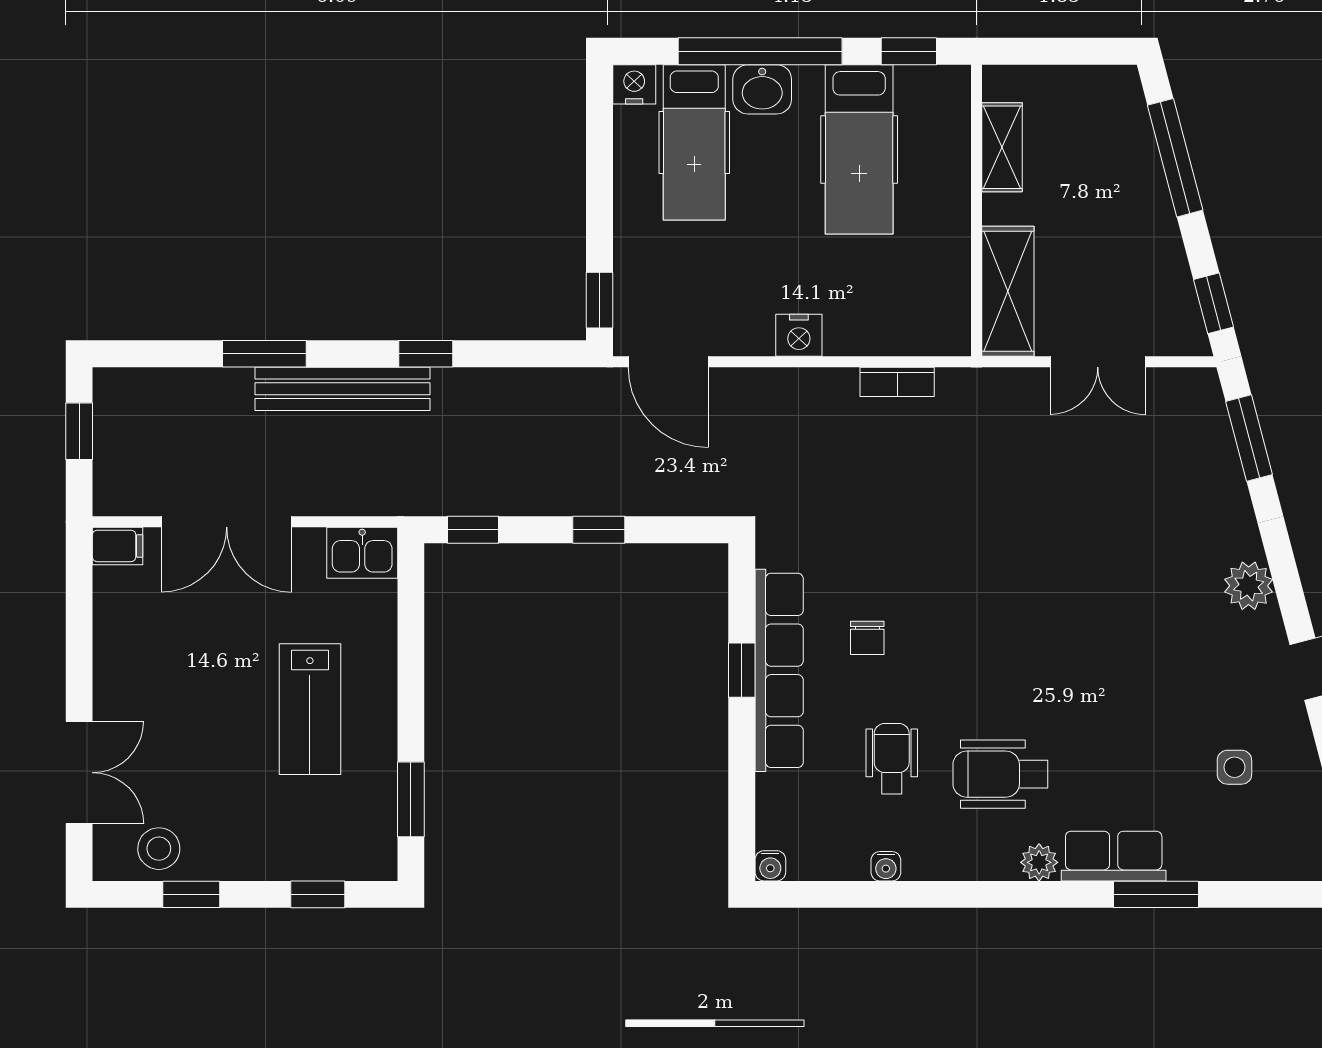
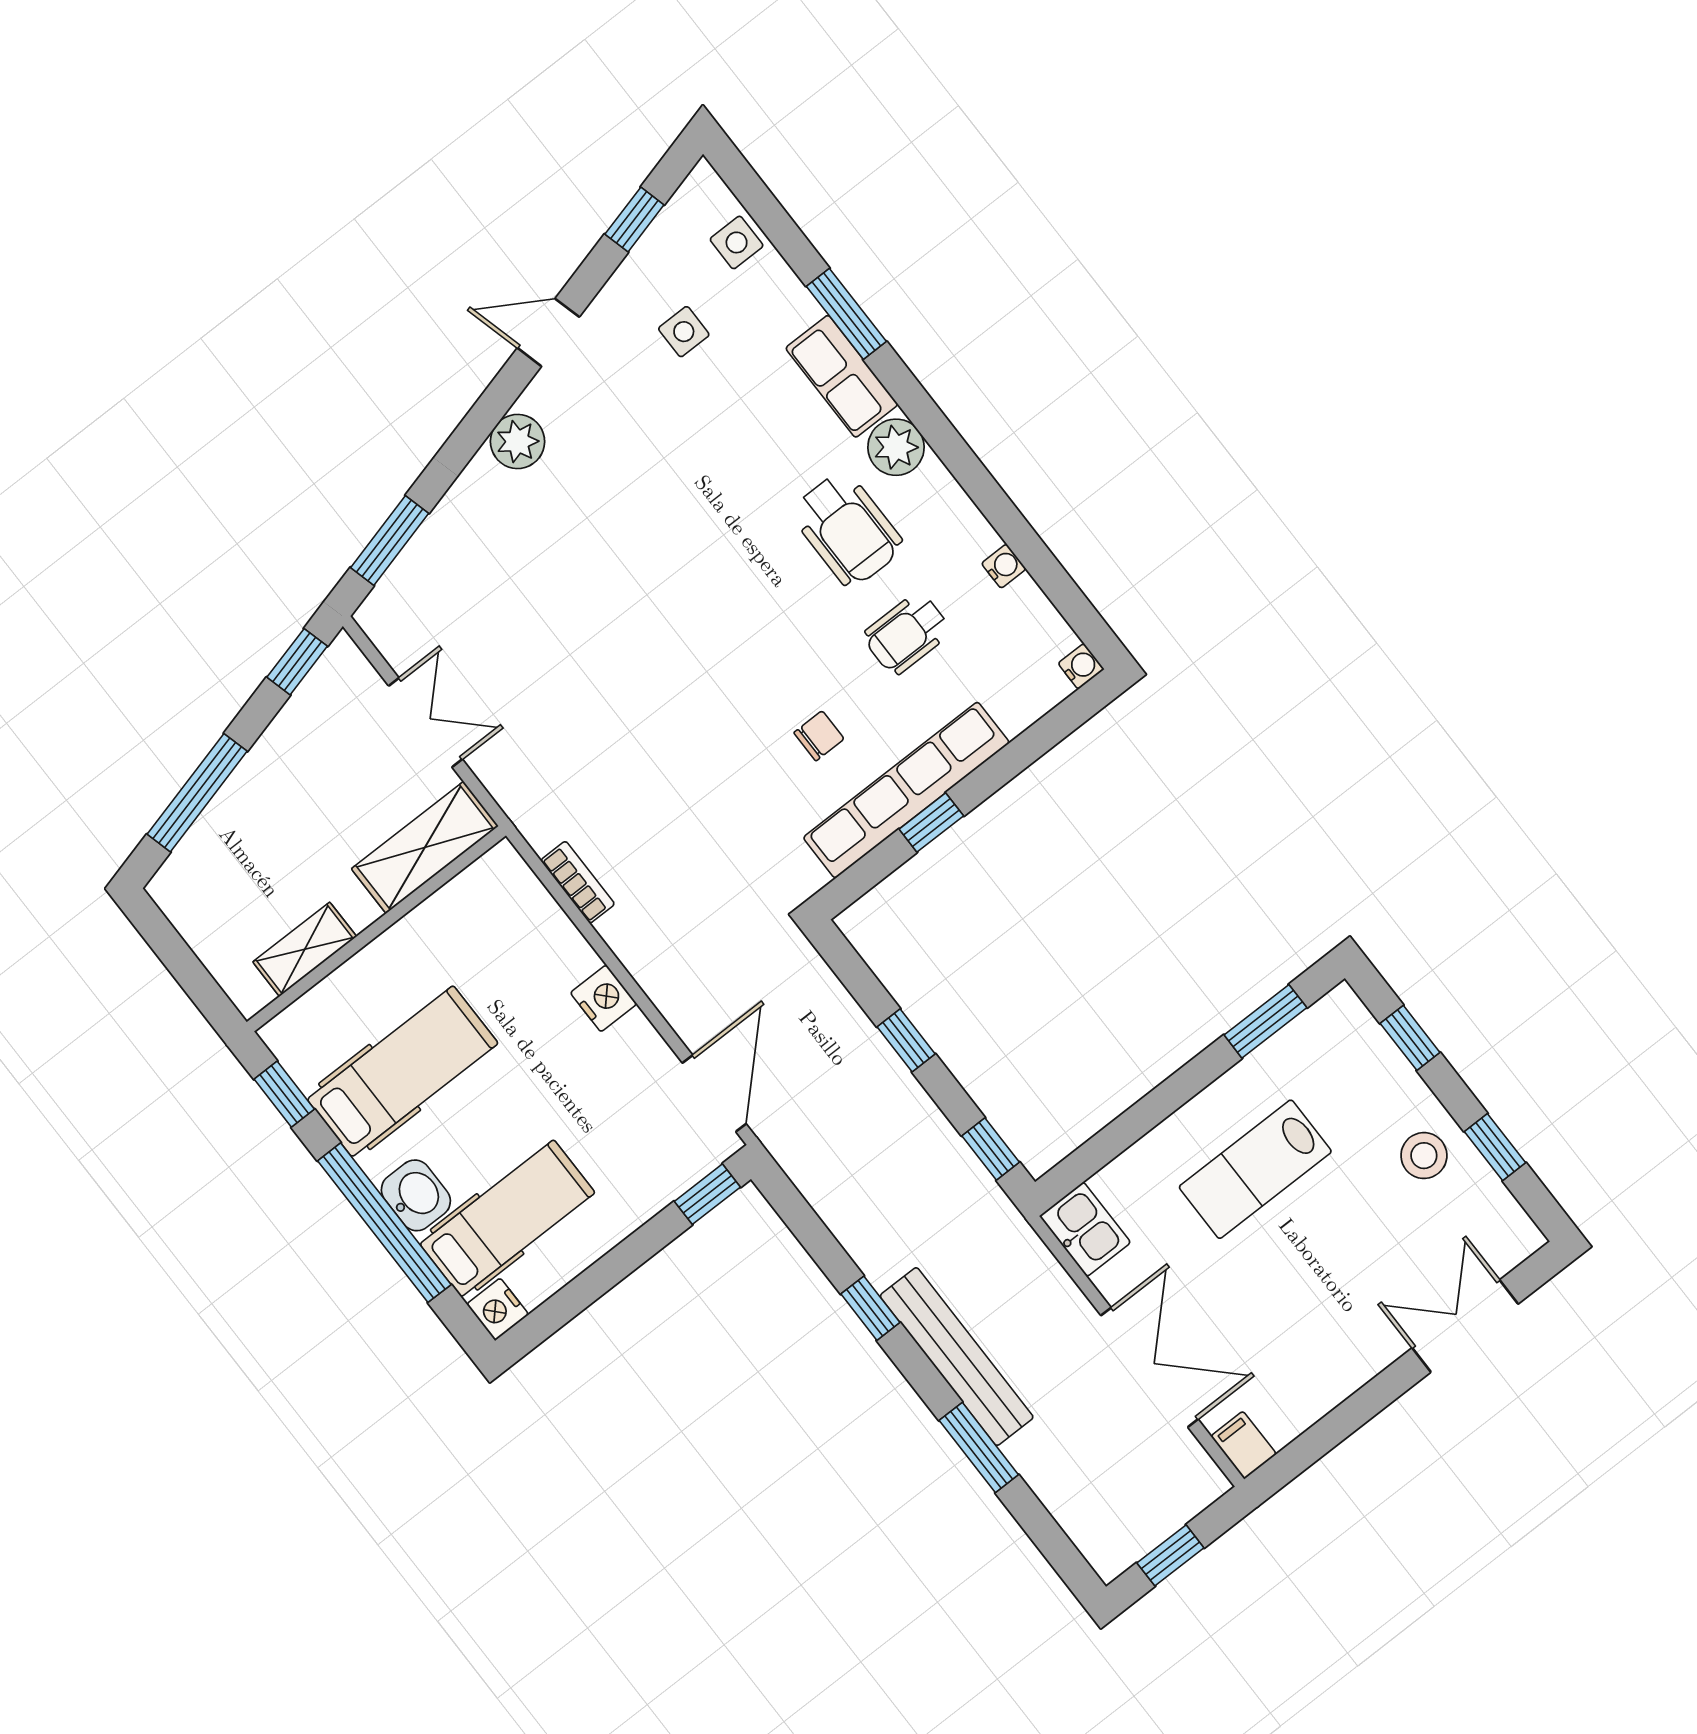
lab bench: (310, 709) -> (1255, 1169), turned 180
stool: (159, 849) -> (1424, 1156), moved
side table: (1269, 855) -> (737, 242), added
plant: (1039, 862) -> (896, 447), width x1.38, depth x1.38

